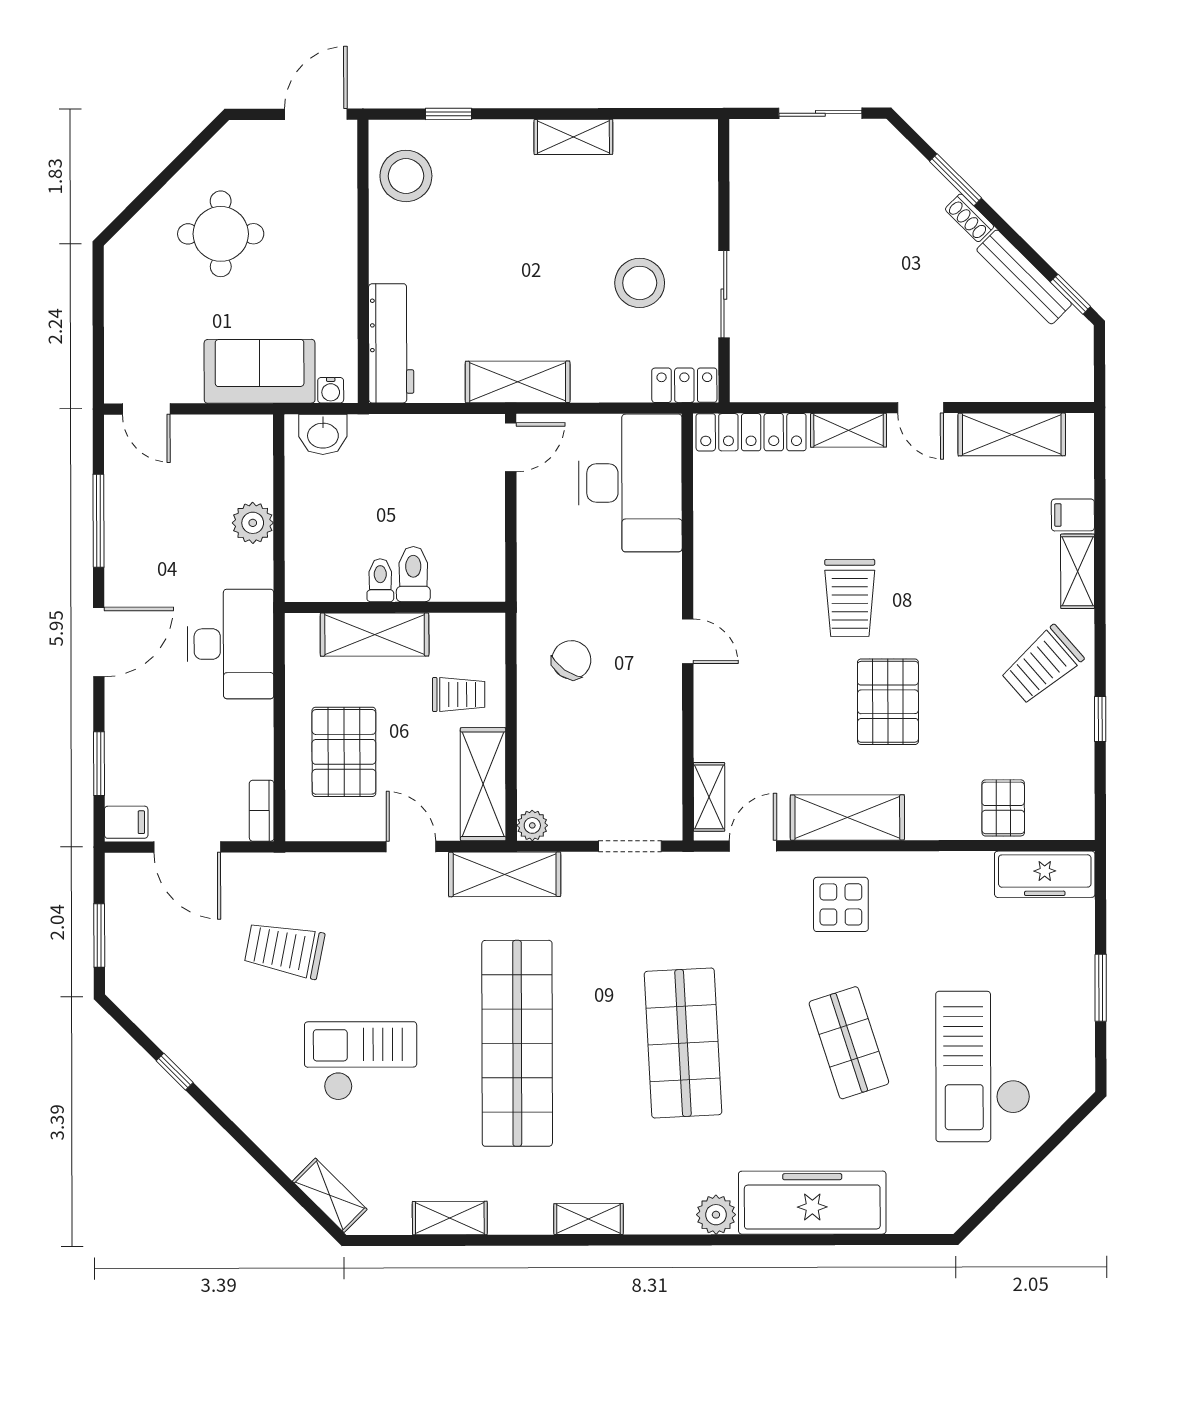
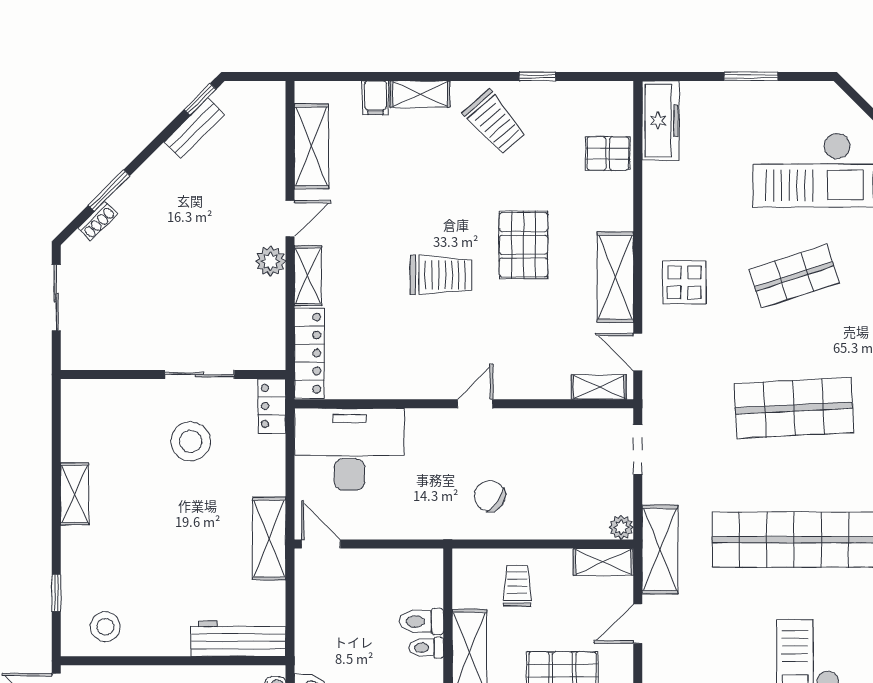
stool: (406, 176) -> (105, 627), width x0.73, depth x0.73
shoe rack: (969, 218) -> (98, 221), moved
bench: (1024, 277) -> (194, 128), width x0.73
plant: (867, 383) -> (271, 261), added
pallet: (888, 702) -> (523, 245), turned 90
shelving: (483, 784) -> (603, 562), width x0.67, depth x0.75

